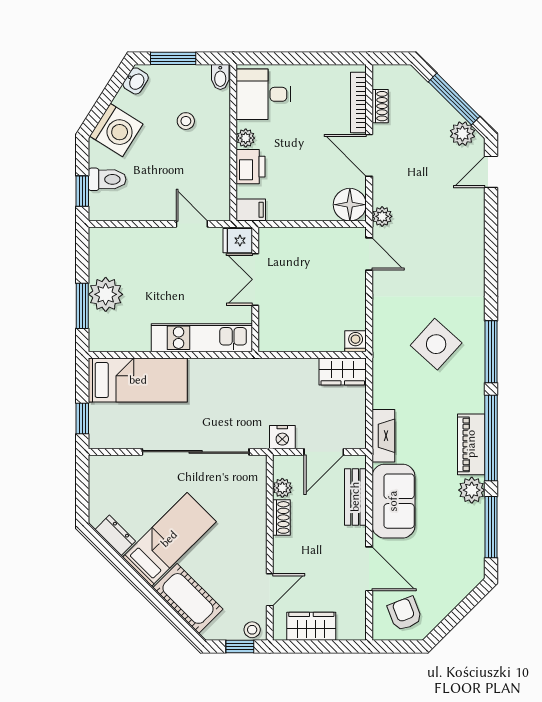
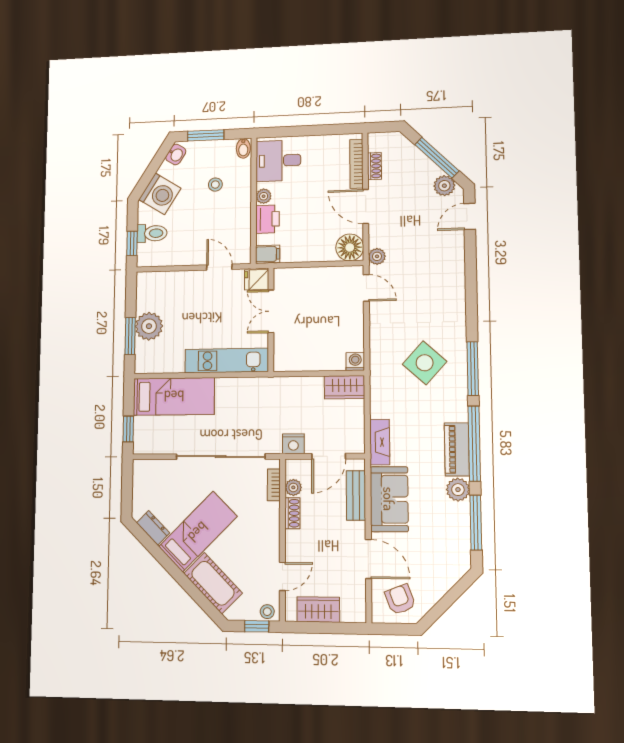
bookcase: (259, 485) -> (274, 485), added

